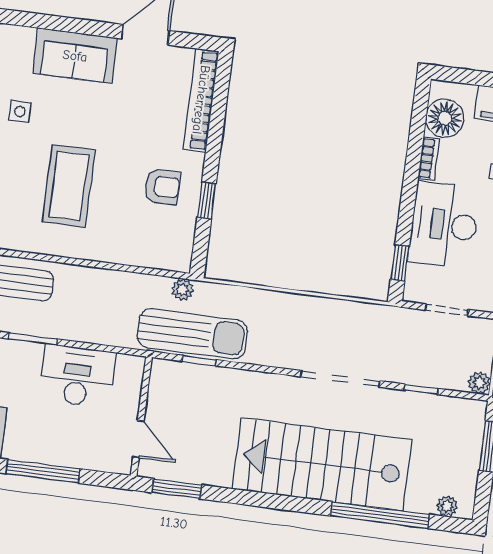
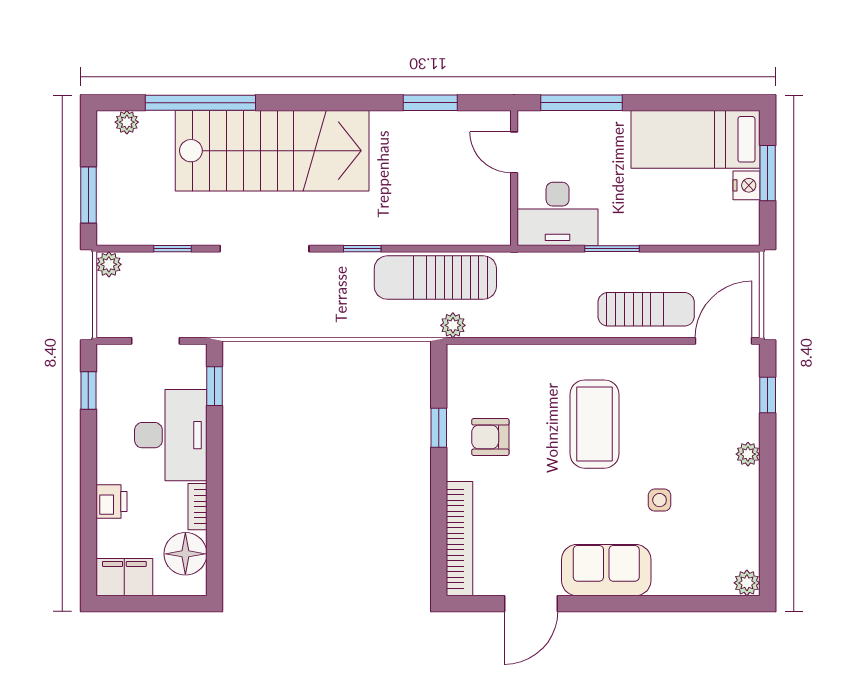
window: (199, 360) -> (362, 249), moved
wall: (141, 416) -> (514, 178), moved
door: (138, 439) -> (514, 152), moved

